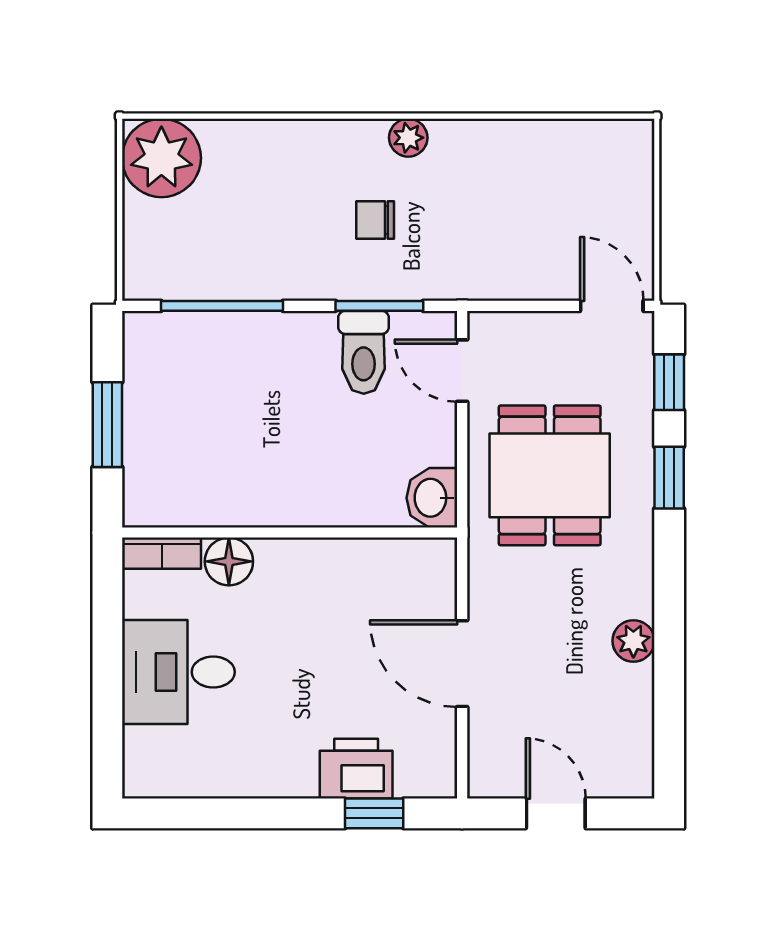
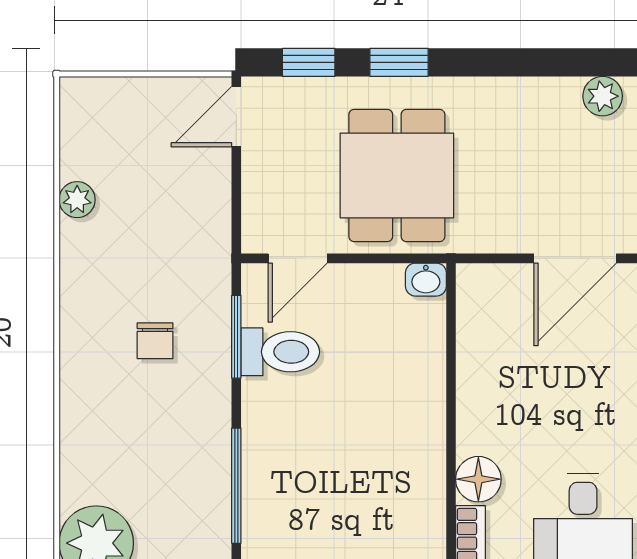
plant: (408, 138) -> (77, 200), moved
dining table: (550, 475) -> (397, 175), turned 90
washbasin: (432, 498) -> (426, 280), width x0.72, depth x0.69
plant: (633, 641) -> (603, 96), moved

